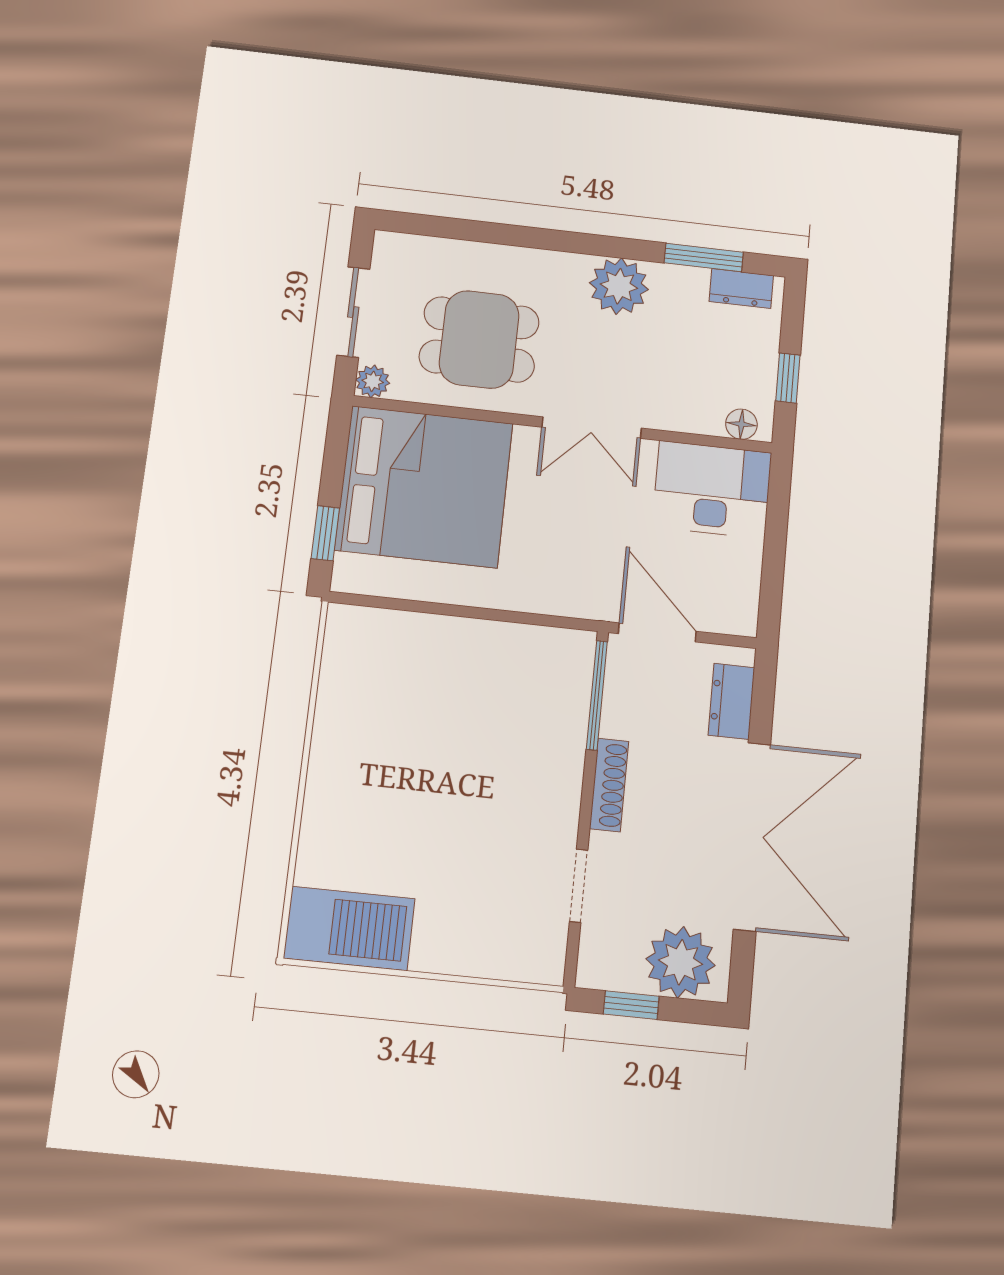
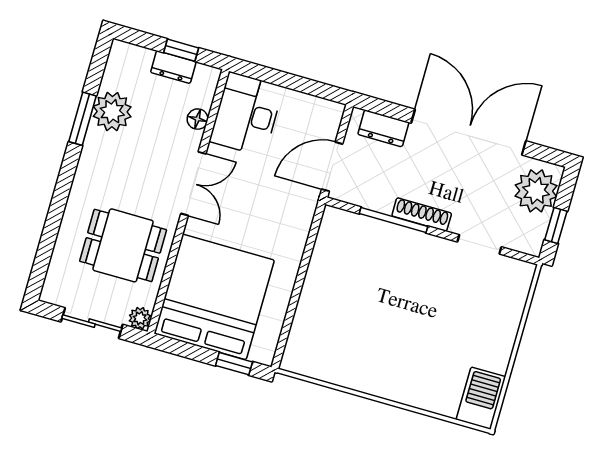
window: (704, 258) -> (82, 119), moved
plant: (619, 286) -> (112, 112), moved
dresser: (741, 288) -> (173, 67), moved, turned 90
dining table: (479, 339) -> (123, 245), turned 90
floor lamp: (741, 424) -> (198, 119), moved
window: (597, 695) -> (394, 220), moved
barbecue: (349, 928) -> (481, 398), width x0.73, depth x0.83

